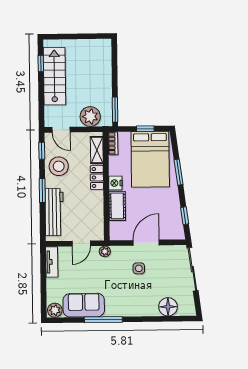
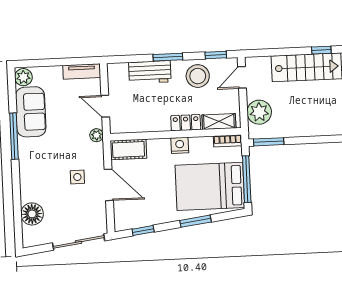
window: (145, 129) -> (247, 179), width x2.17
cot: (117, 206) -> (128, 149), moved
workbench: (54, 212) -> (150, 72), width x0.73

